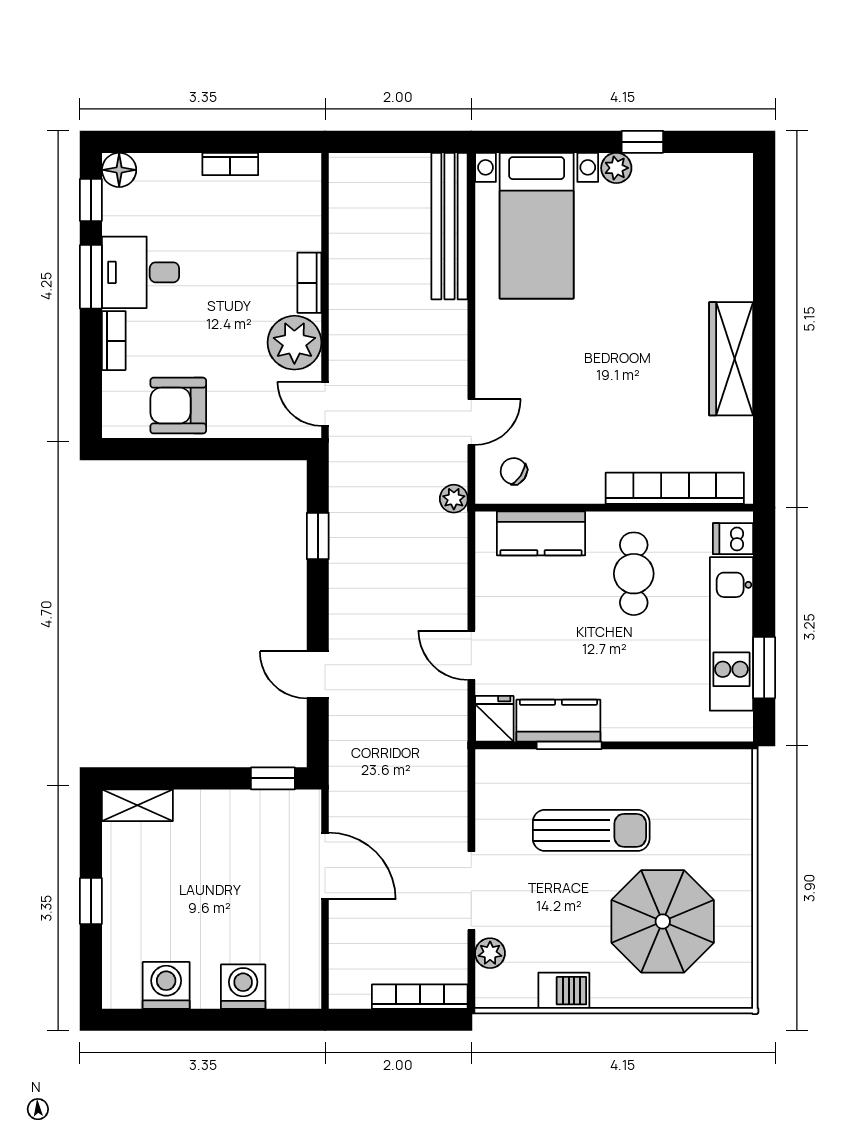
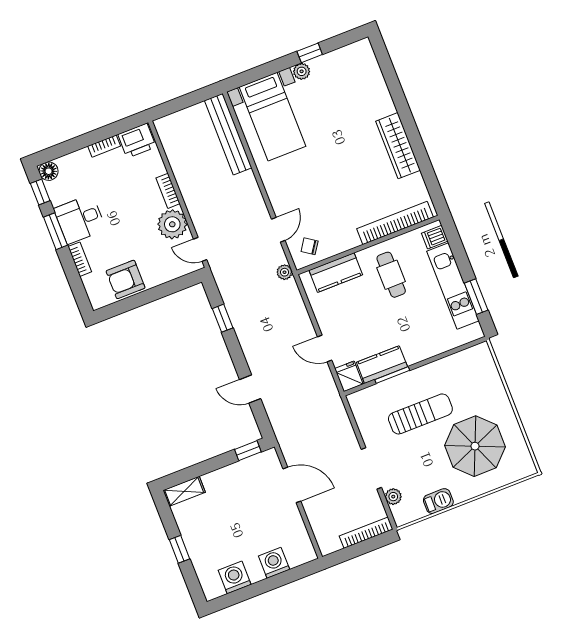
printer: (290, 177) -> (137, 141), added

